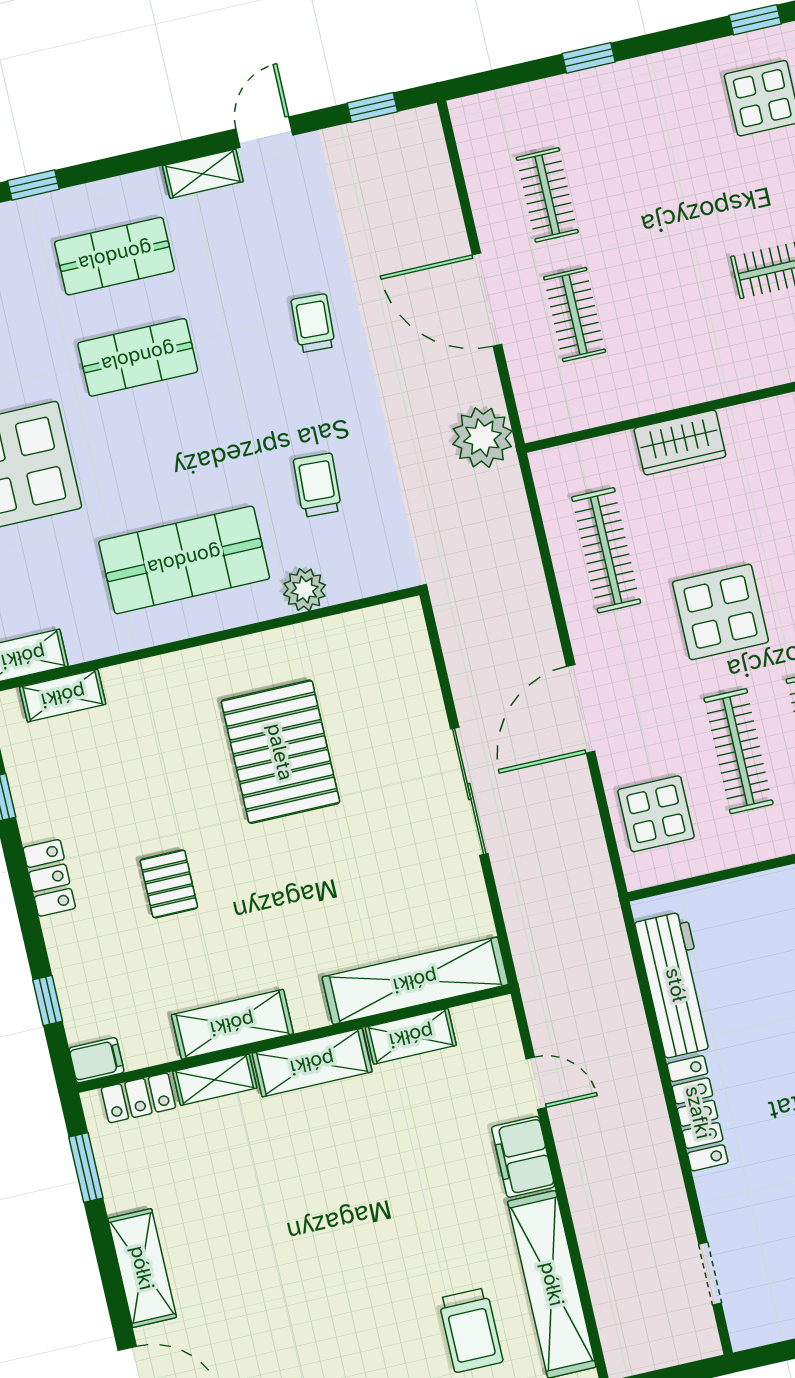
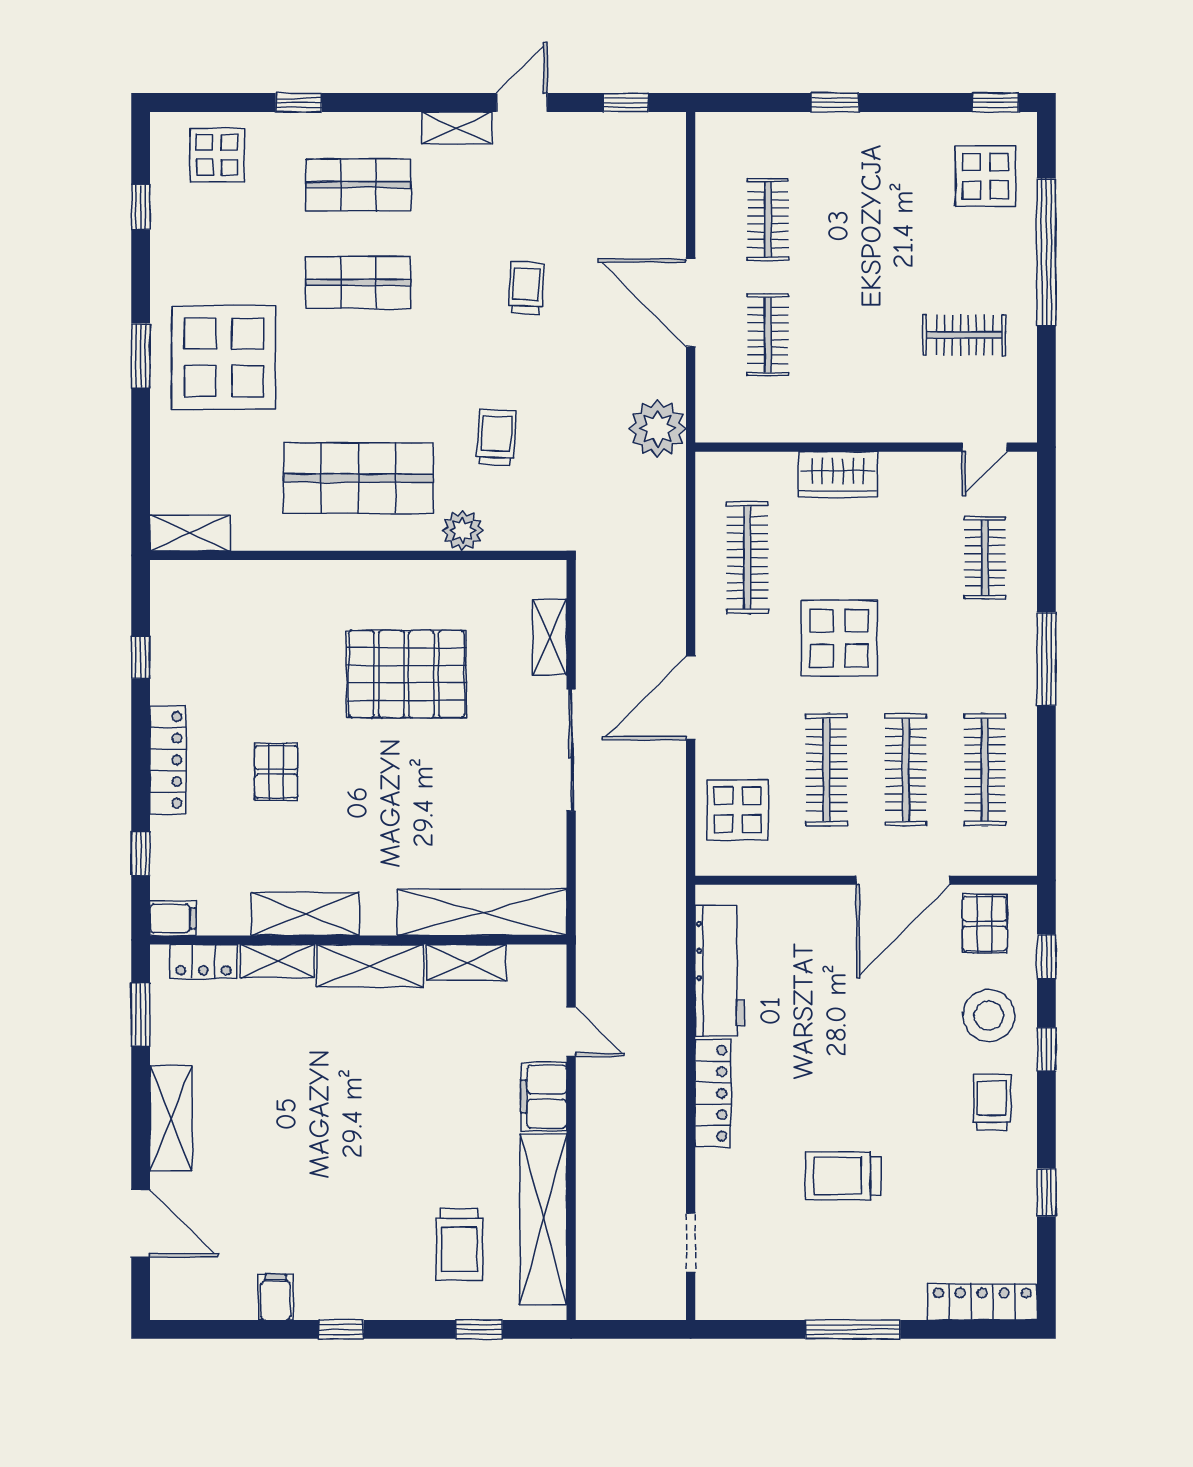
shelving: (63, 696) -> (550, 637), moved, turned 90
pallet: (280, 752) -> (406, 674), turned 90
locker: (49, 878) -> (168, 760), width x1.53

